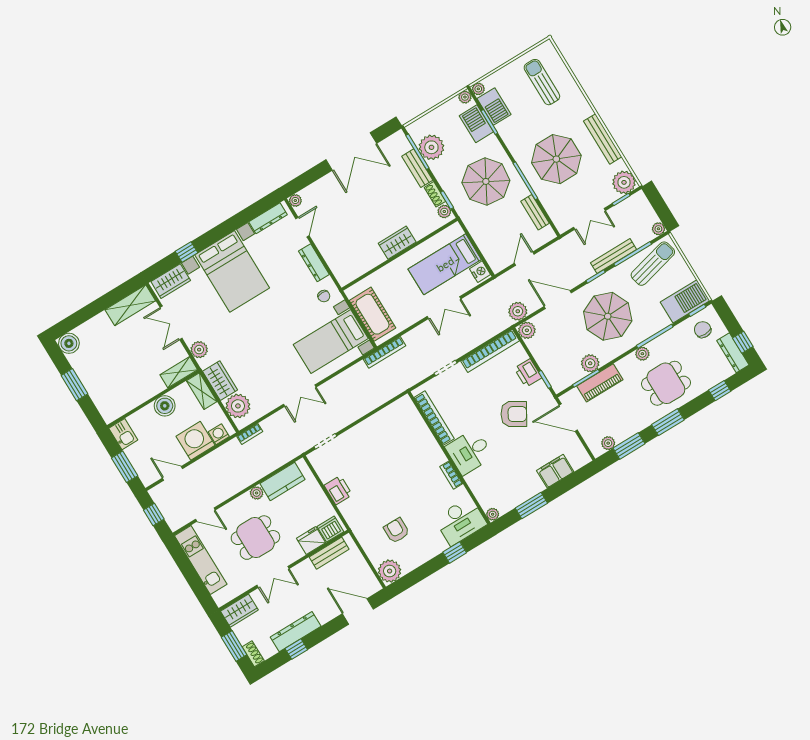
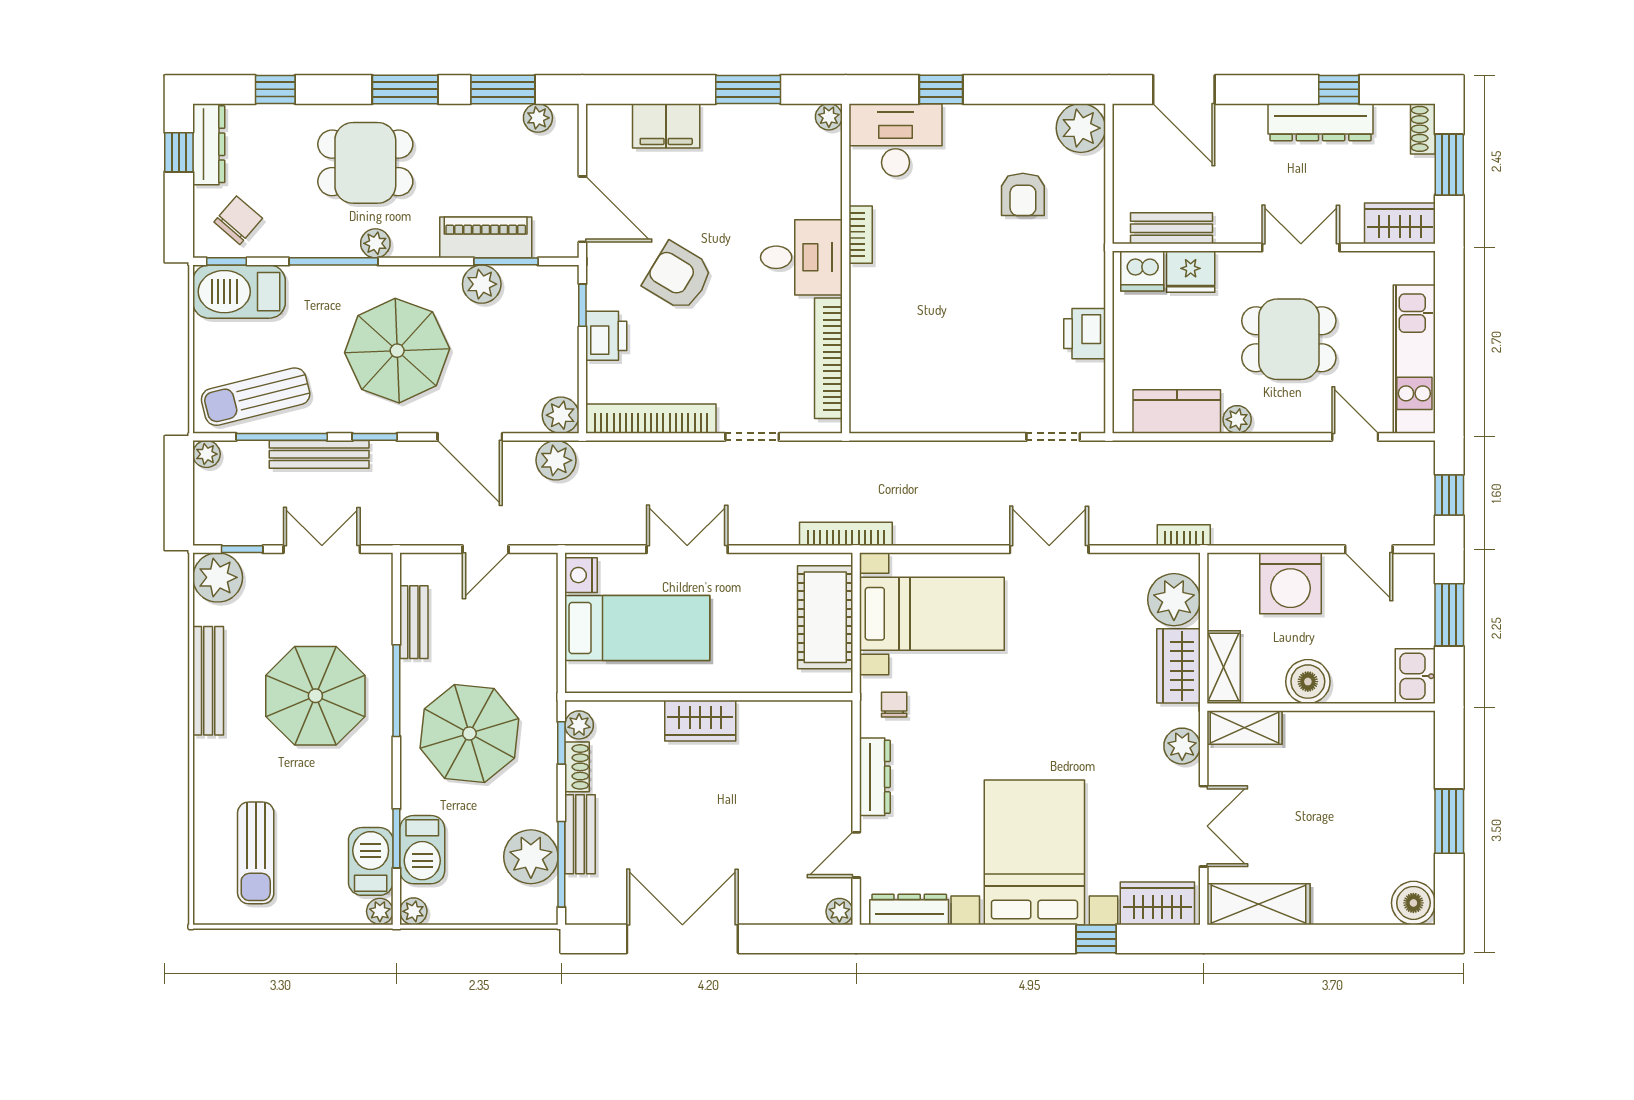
chair: (703, 330) -> (238, 220), turned -139
washing machine: (219, 434) -> (1241, 569), removed

